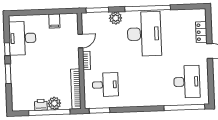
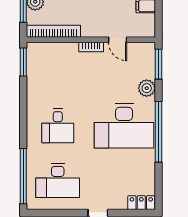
locker: (201, 32) -> (141, 203), moved
desk: (105, 85) -> (58, 126), moved

